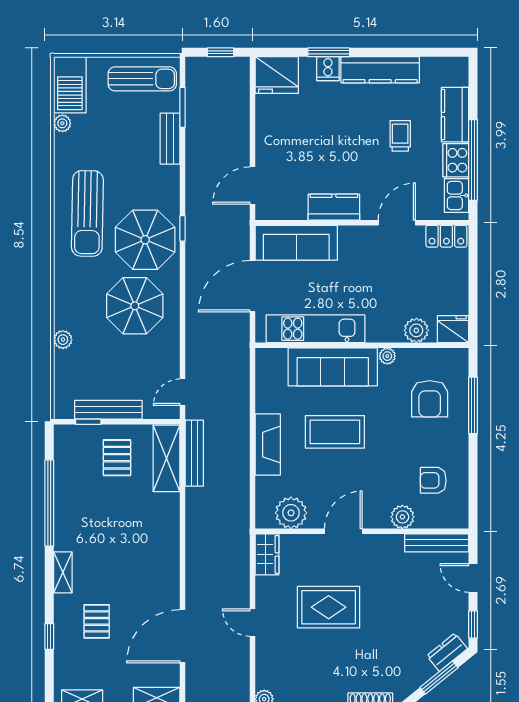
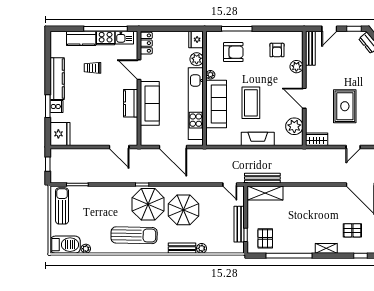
bench: (170, 139) -> (182, 248), moved
sofa: (296, 243) -> (150, 103), moved
kitchen unit: (315, 329) -> (196, 104), width x1.36
pallet: (117, 458) -> (265, 238), moved, turned 90

